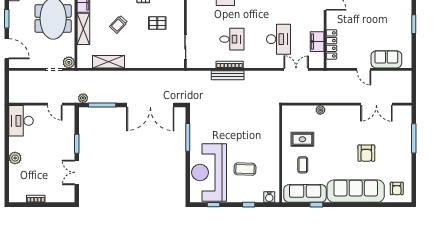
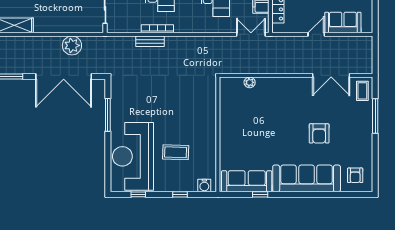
double door: (296, 69) -> (251, 34), moved
door: (364, 69) -> (316, 34), swing flipped
bench: (228, 75) -> (150, 41), width x0.73
plant: (157, 79) -> (72, 45), added
plant: (320, 110) -> (250, 82), moved
rug: (302, 139) -> (244, 117), removed
coffee table: (303, 165) -> (362, 91), moved

